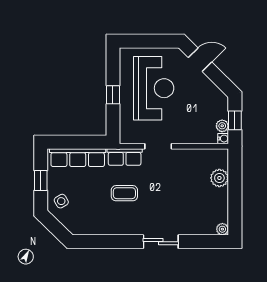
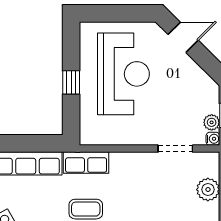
doorway: (158, 146) -> (175, 149), moved

